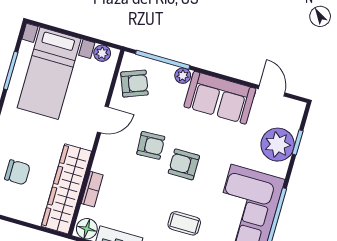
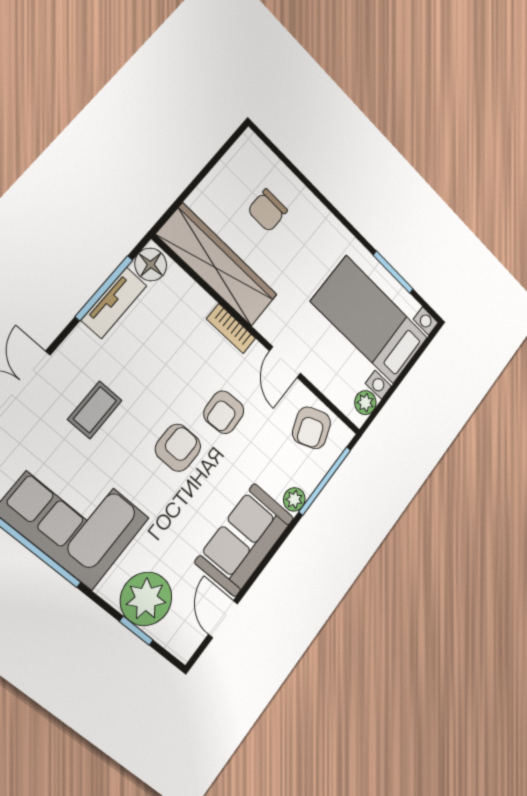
door: (272, 91) -> (223, 619), swing flipped
bookcase: (92, 189) -> (231, 329), moved

